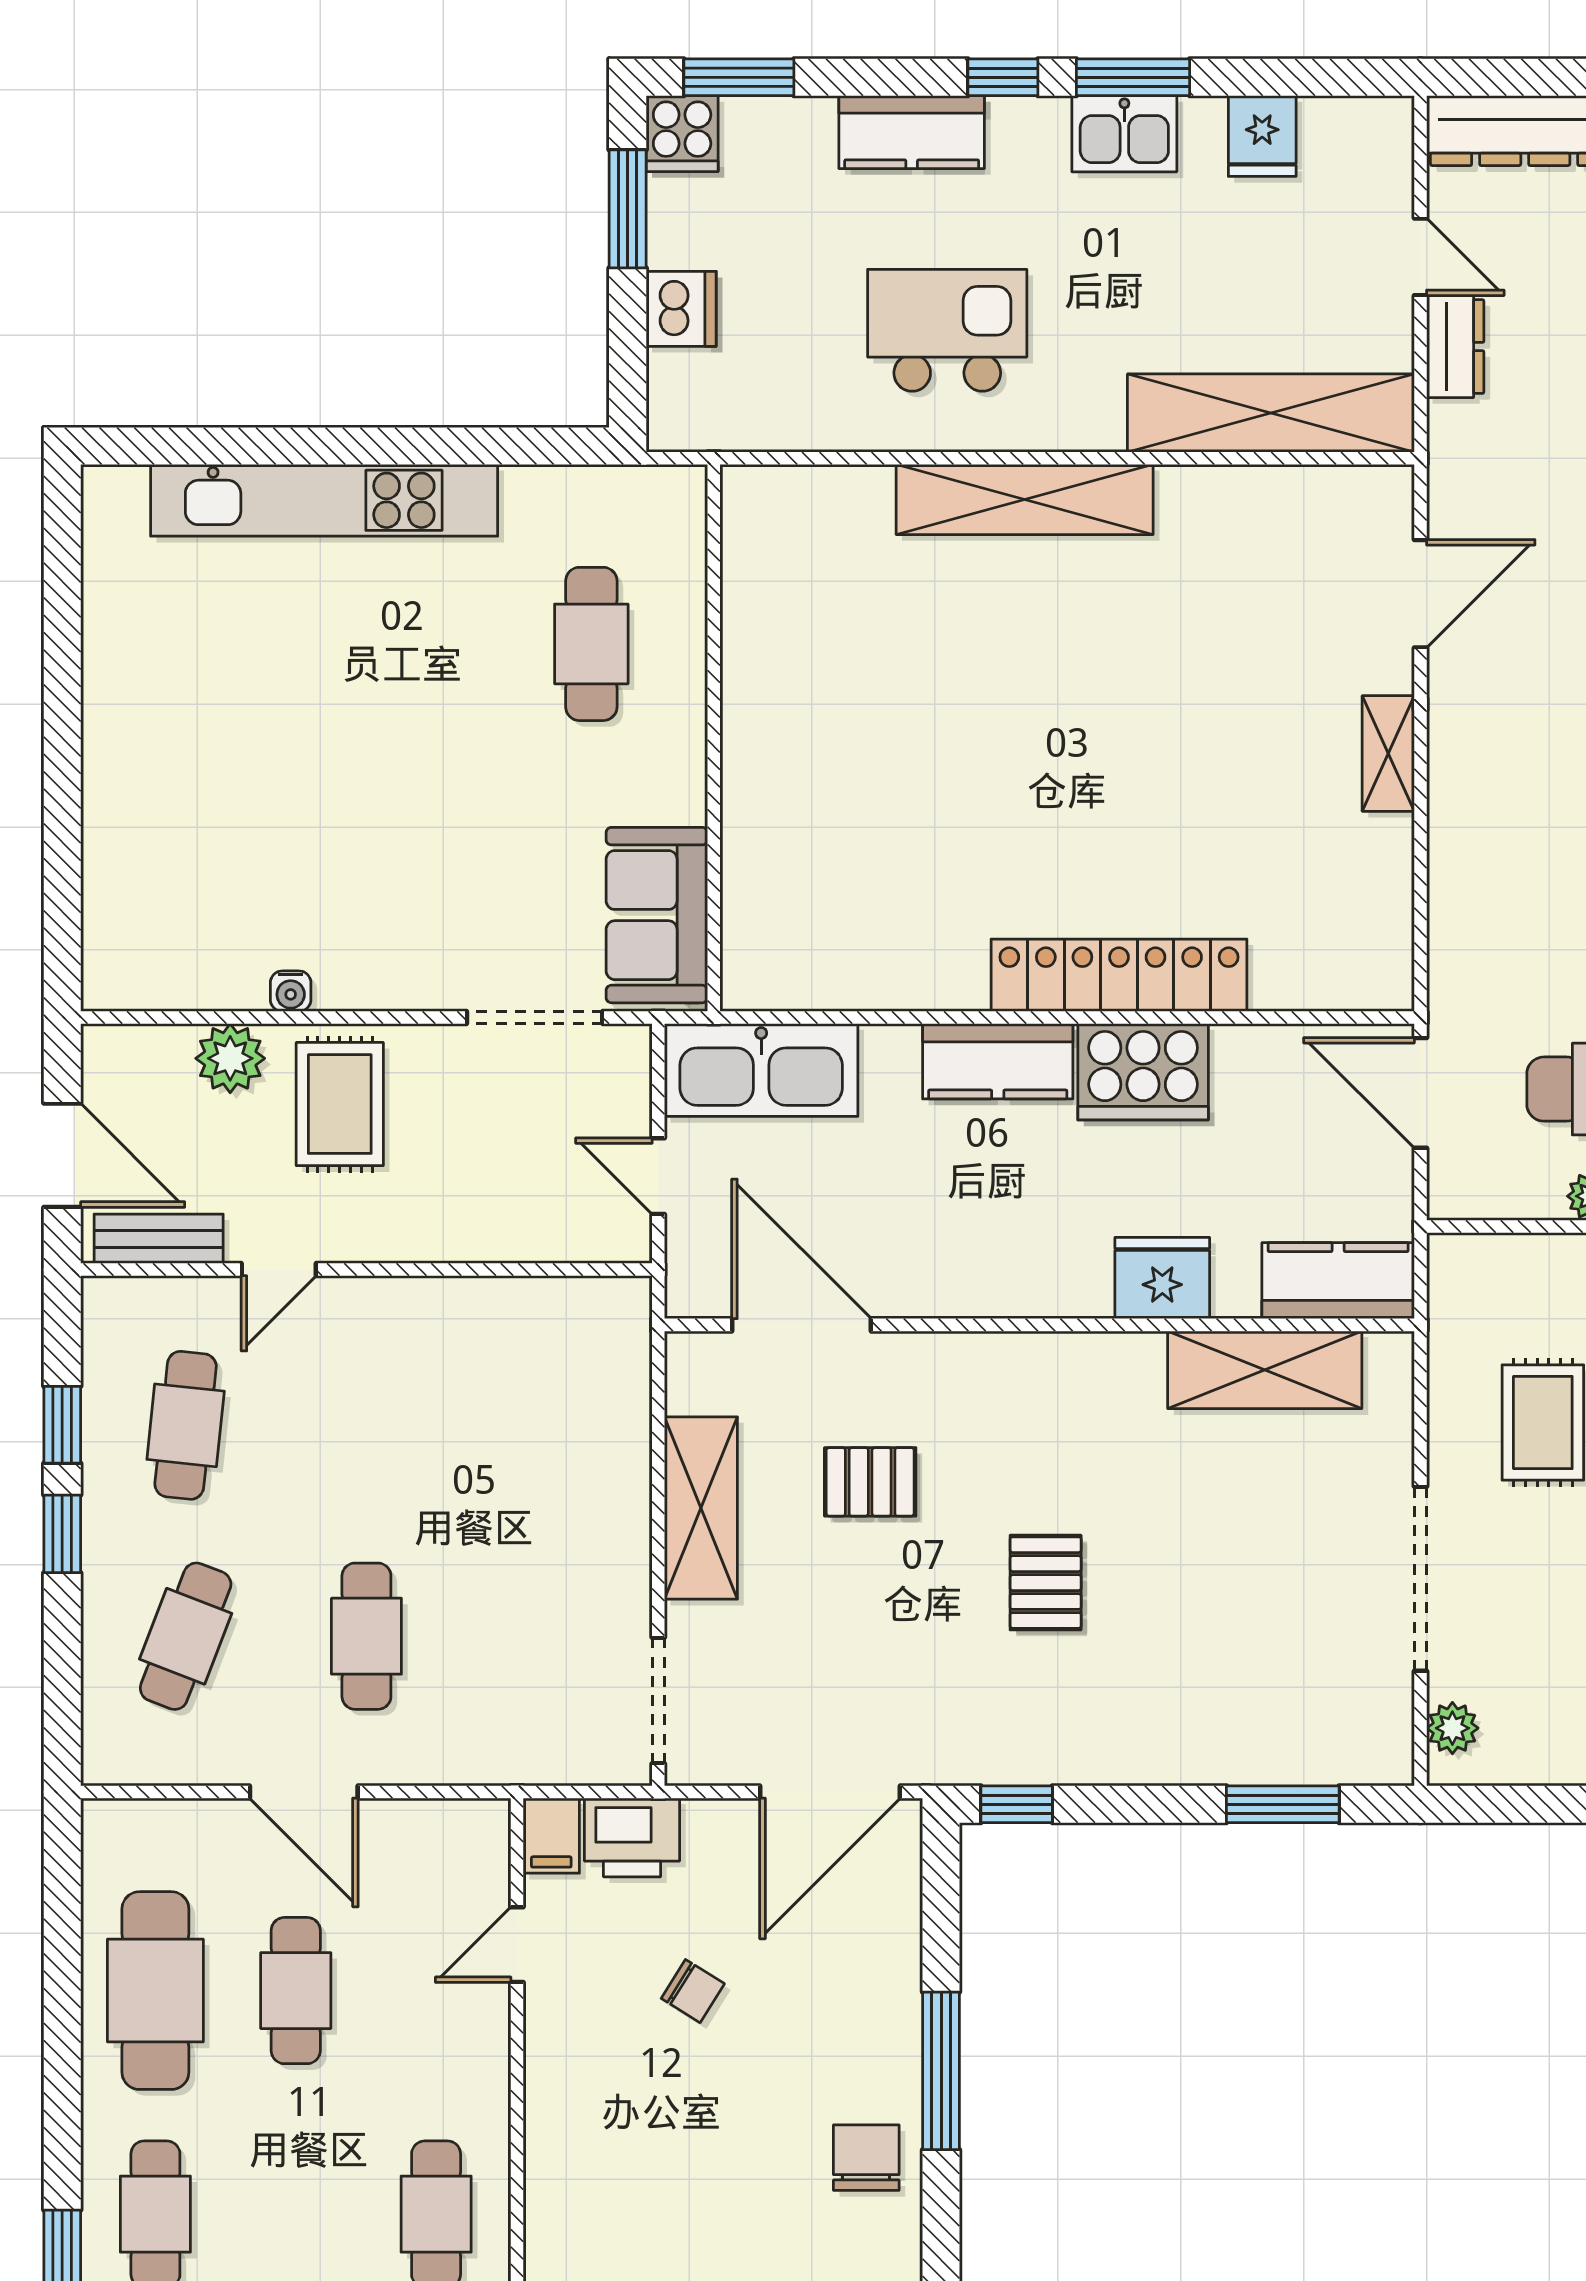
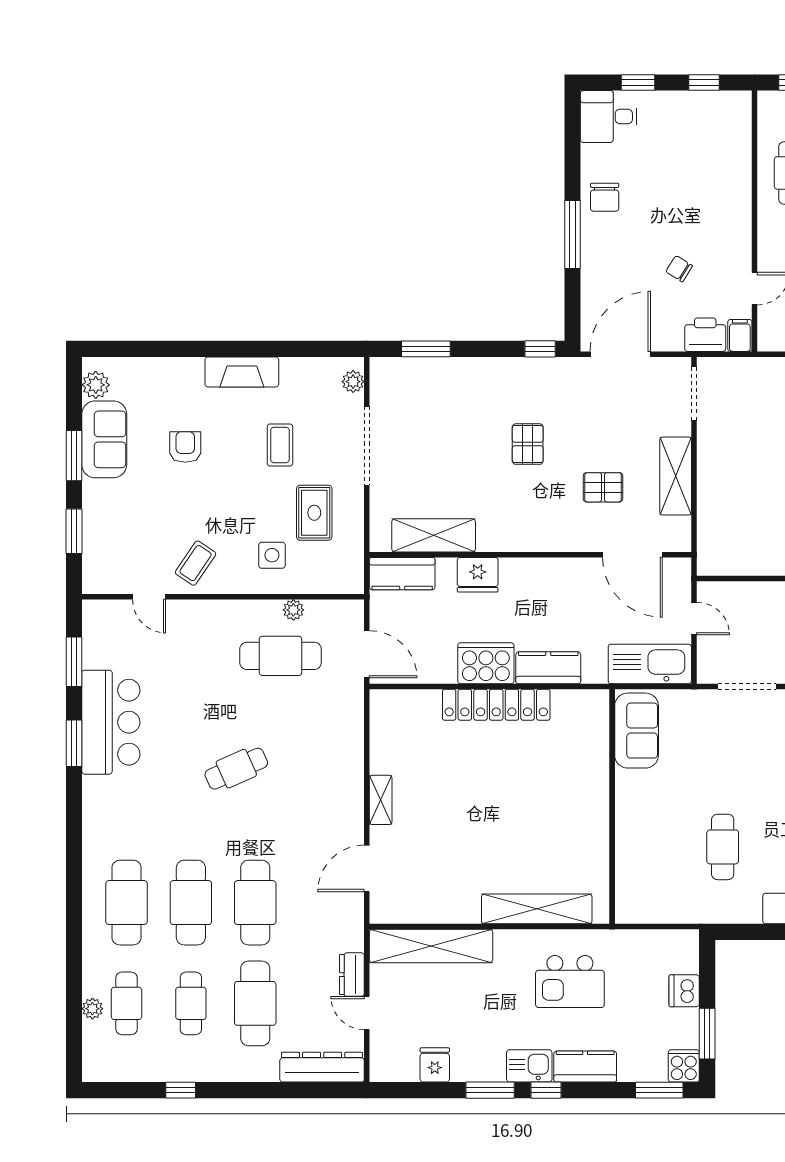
kitchen sink: (1124, 134) -> (529, 1066), moved
wall: (714, 738) -> (612, 807), moved
sofa: (657, 915) -> (637, 731), moved

